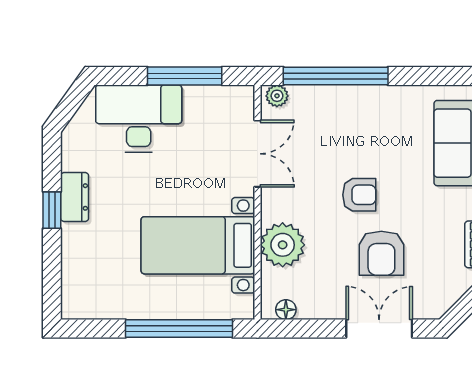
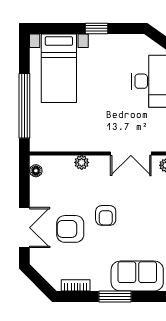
dresser: (75, 197) -> (104, 42), removed
bed with nightstands: (198, 245) -> (59, 68), moved, turned 180
plant: (283, 245) -> (82, 162), width x0.53, depth x0.53

